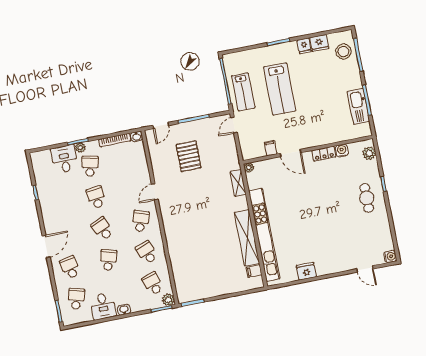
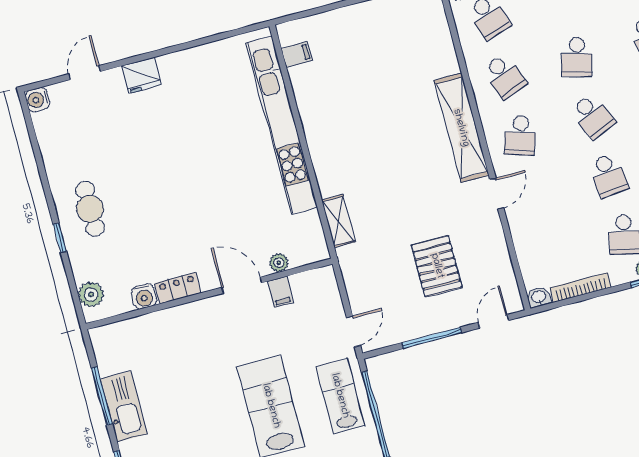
kitchen sink: (358, 106) -> (124, 406), moved
plant: (249, 168) -> (279, 263), moved
shelving: (247, 238) -> (461, 128), moved
door: (365, 269) -> (84, 73), hinge flipped
fridge: (306, 271) -> (141, 75), moved

